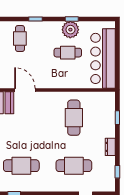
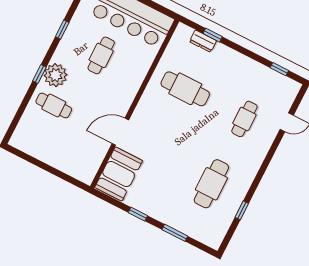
plant: (70, 30) -> (55, 75), moved
dresser: (110, 147) -> (203, 41), moved
cafe table: (74, 166) -> (244, 119), width x0.73, depth x0.74

